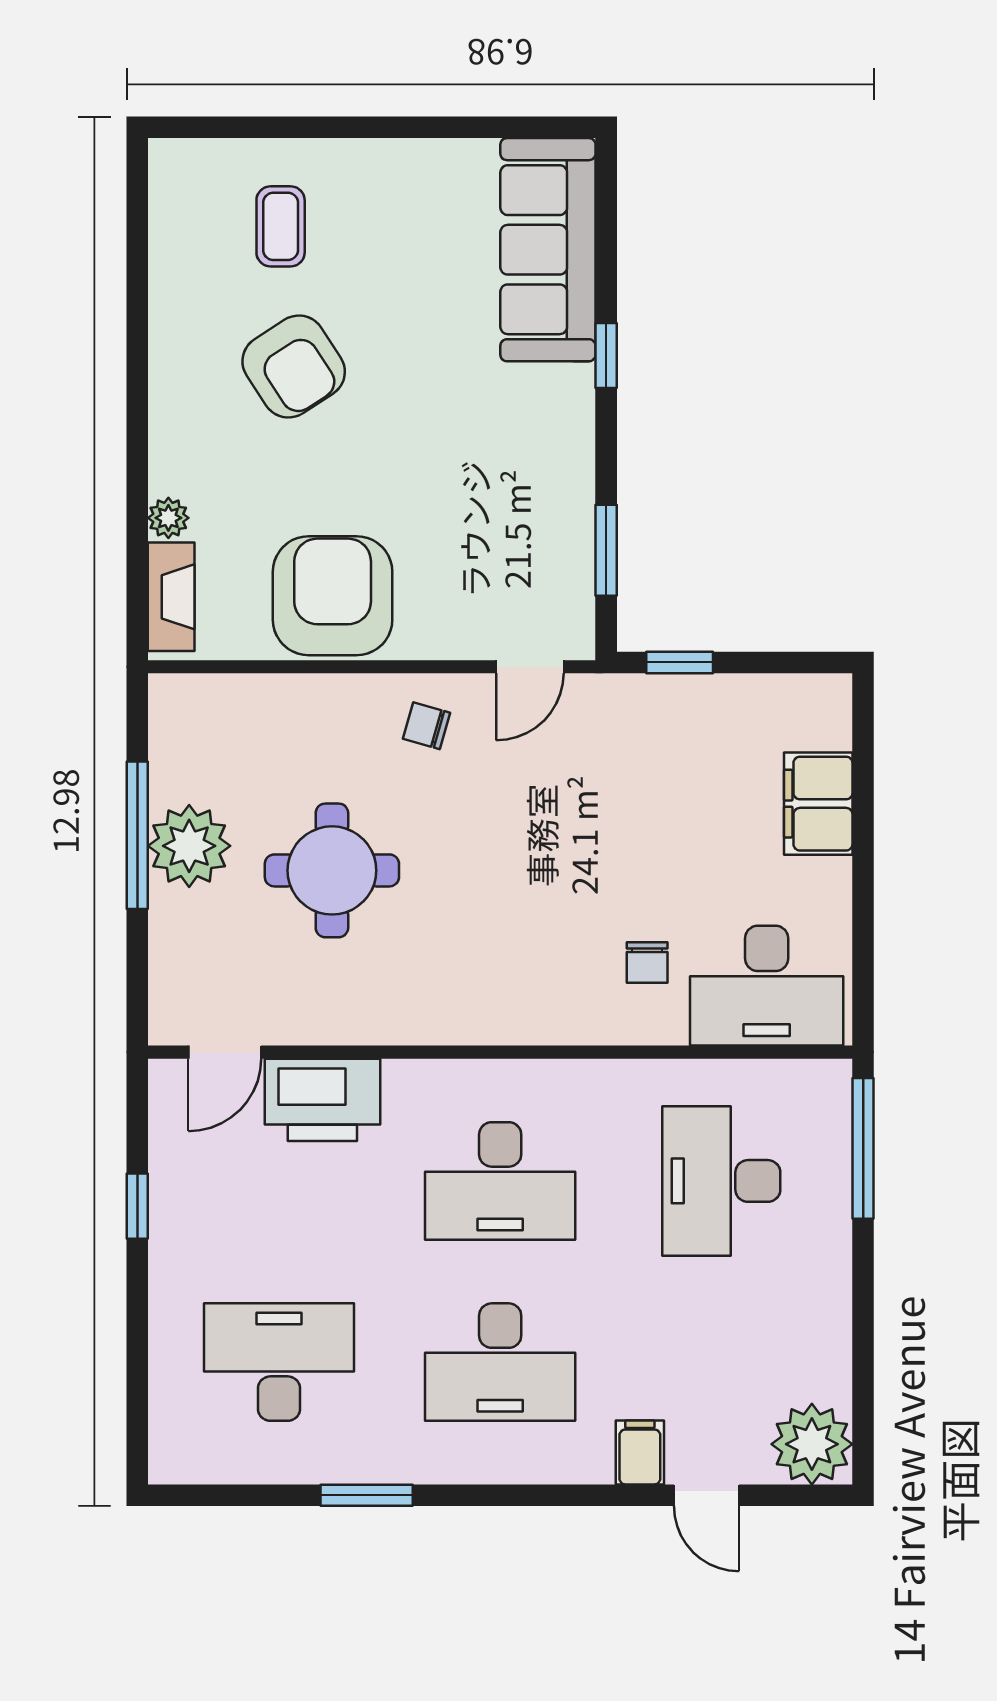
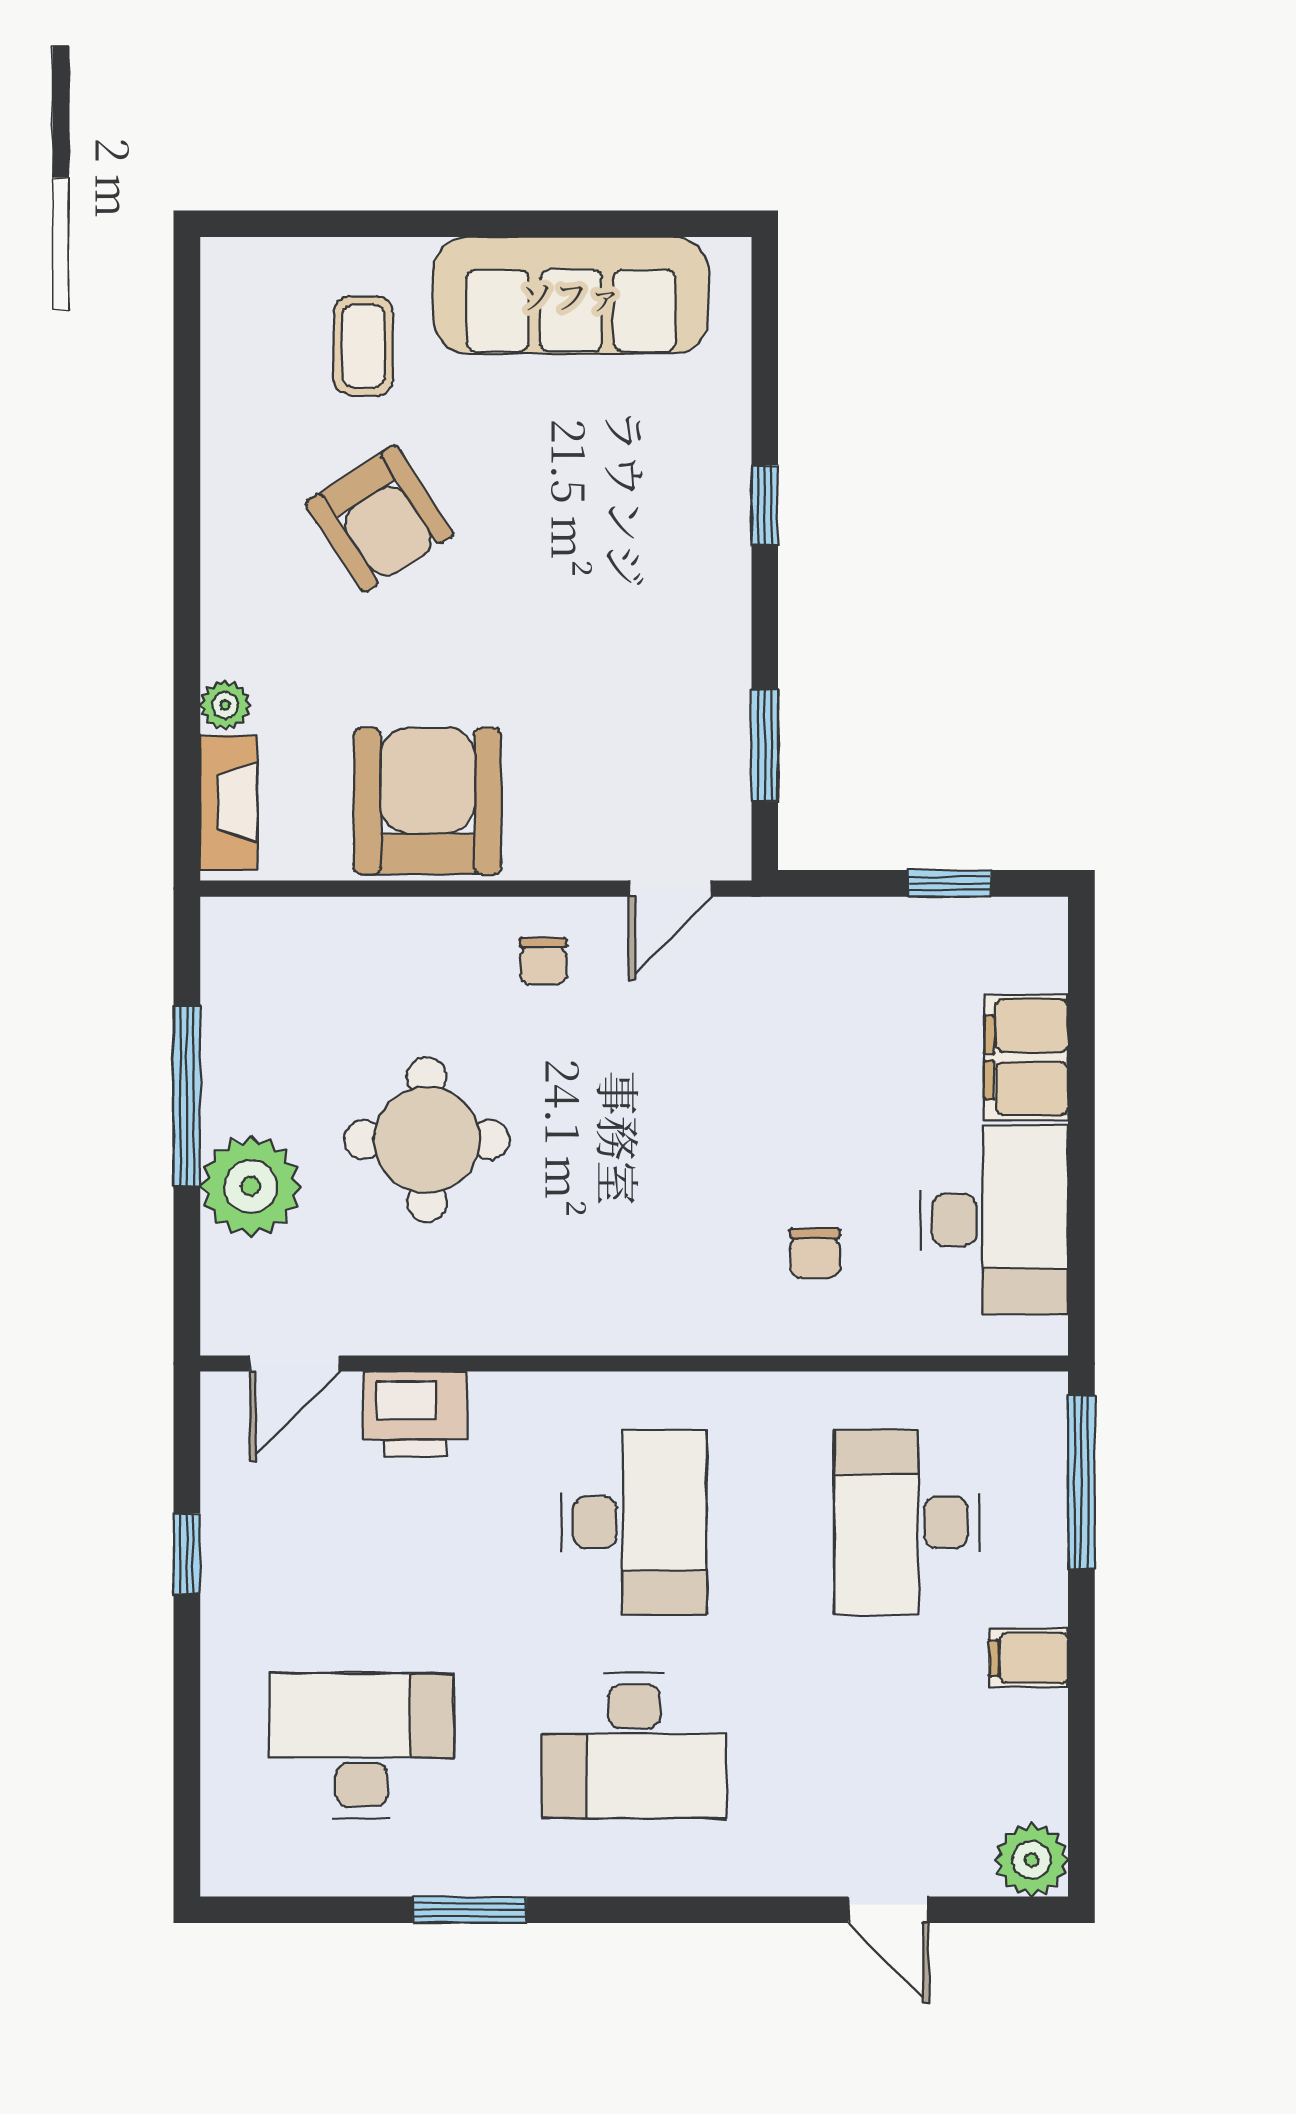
sofa: (548, 250) -> (571, 295), moved, turned -90
window: (680, 662) -> (949, 883), moved
chair: (427, 726) -> (543, 961), turned -106
plant: (189, 846) -> (251, 1186), moved
desk: (767, 986) -> (994, 1220), moved, turned -90
printer: (322, 1100) -> (415, 1414), width x0.73, depth x0.84
desk: (500, 1181) -> (634, 1522), turned -90
plant: (812, 1444) -> (1032, 1860), width x0.73, depth x0.73
filing cabinet: (640, 1452) -> (1029, 1658), moved, turned -90

